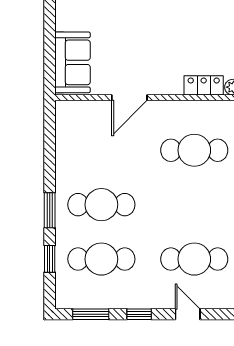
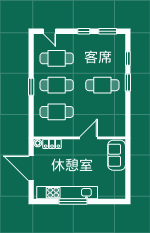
cafe table: (101, 259) -> (57, 85), moved
door: (188, 314) -> (50, 31), moved

